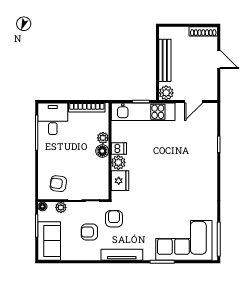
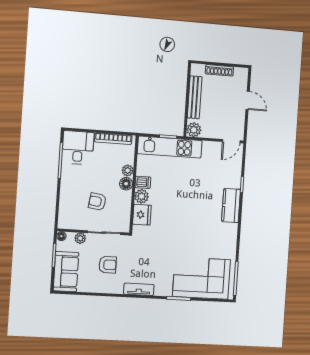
shoe rack: (203, 31) -> (219, 70), moved
door: (194, 101) -> (231, 141), moved
kitchen counter: (209, 166) -> (231, 206), added
armchair: (58, 184) -> (97, 202), moved
armchair: (114, 219) -> (133, 253), removed
armchair: (89, 232) -> (108, 265), turned 180
tv unit: (122, 255) -> (139, 289), width x0.71

